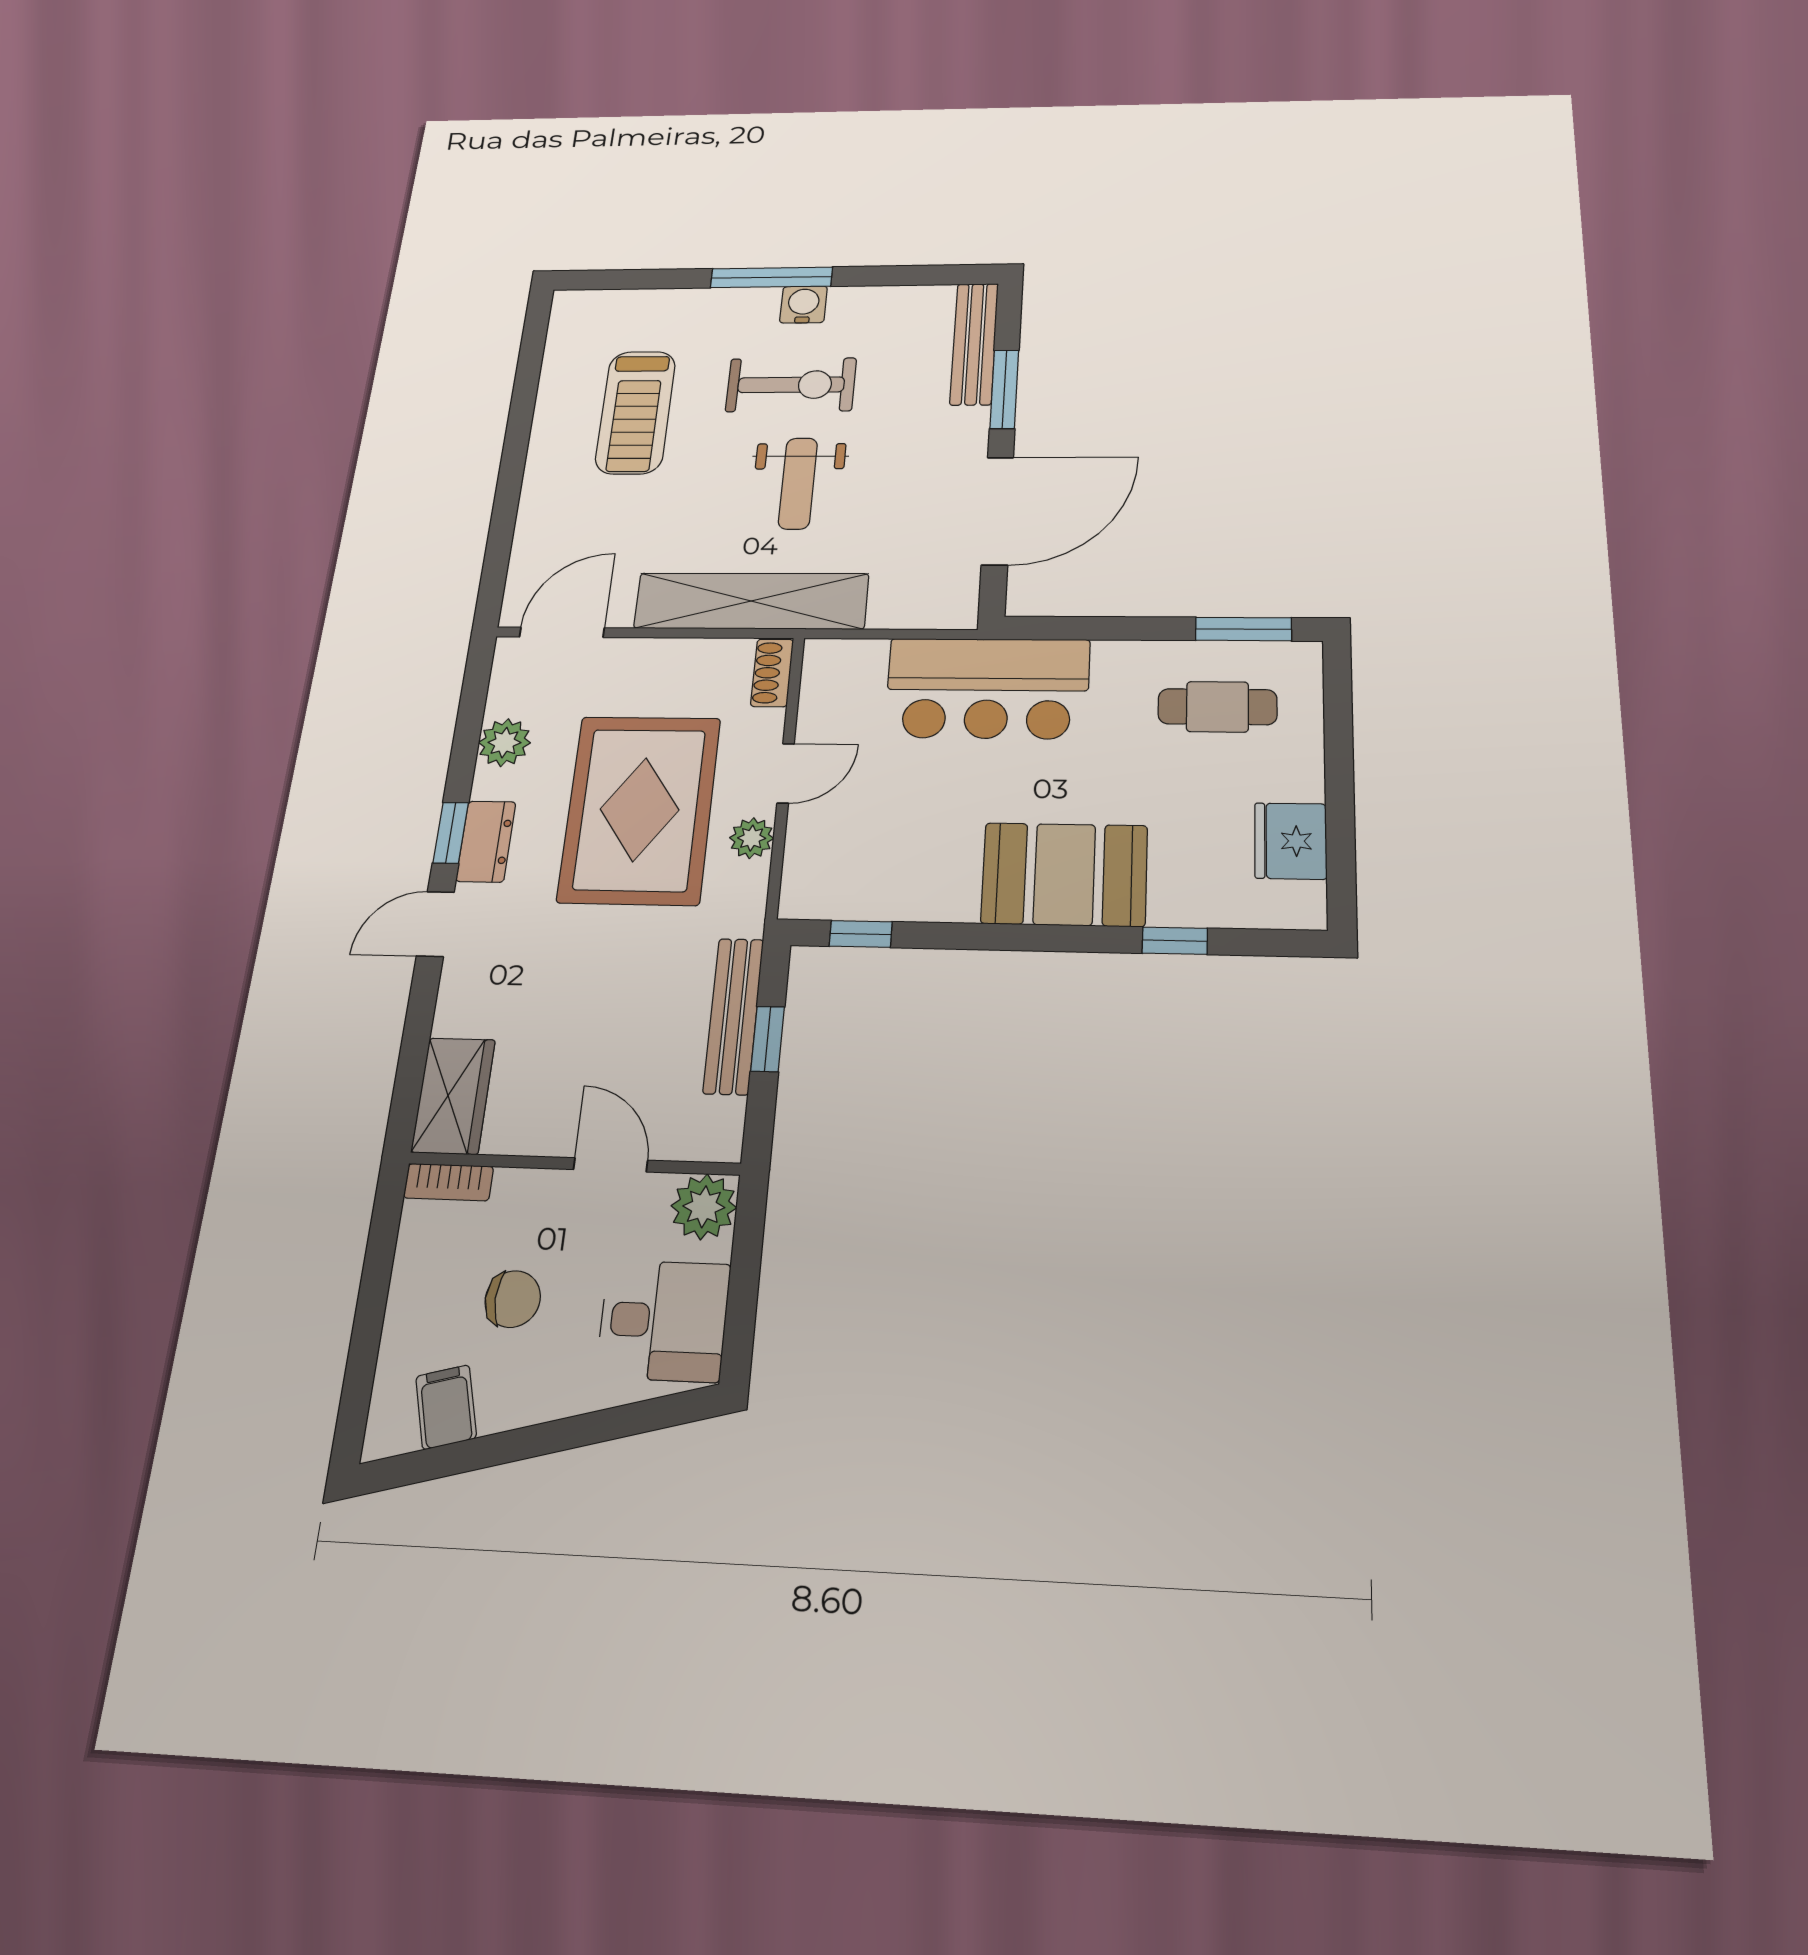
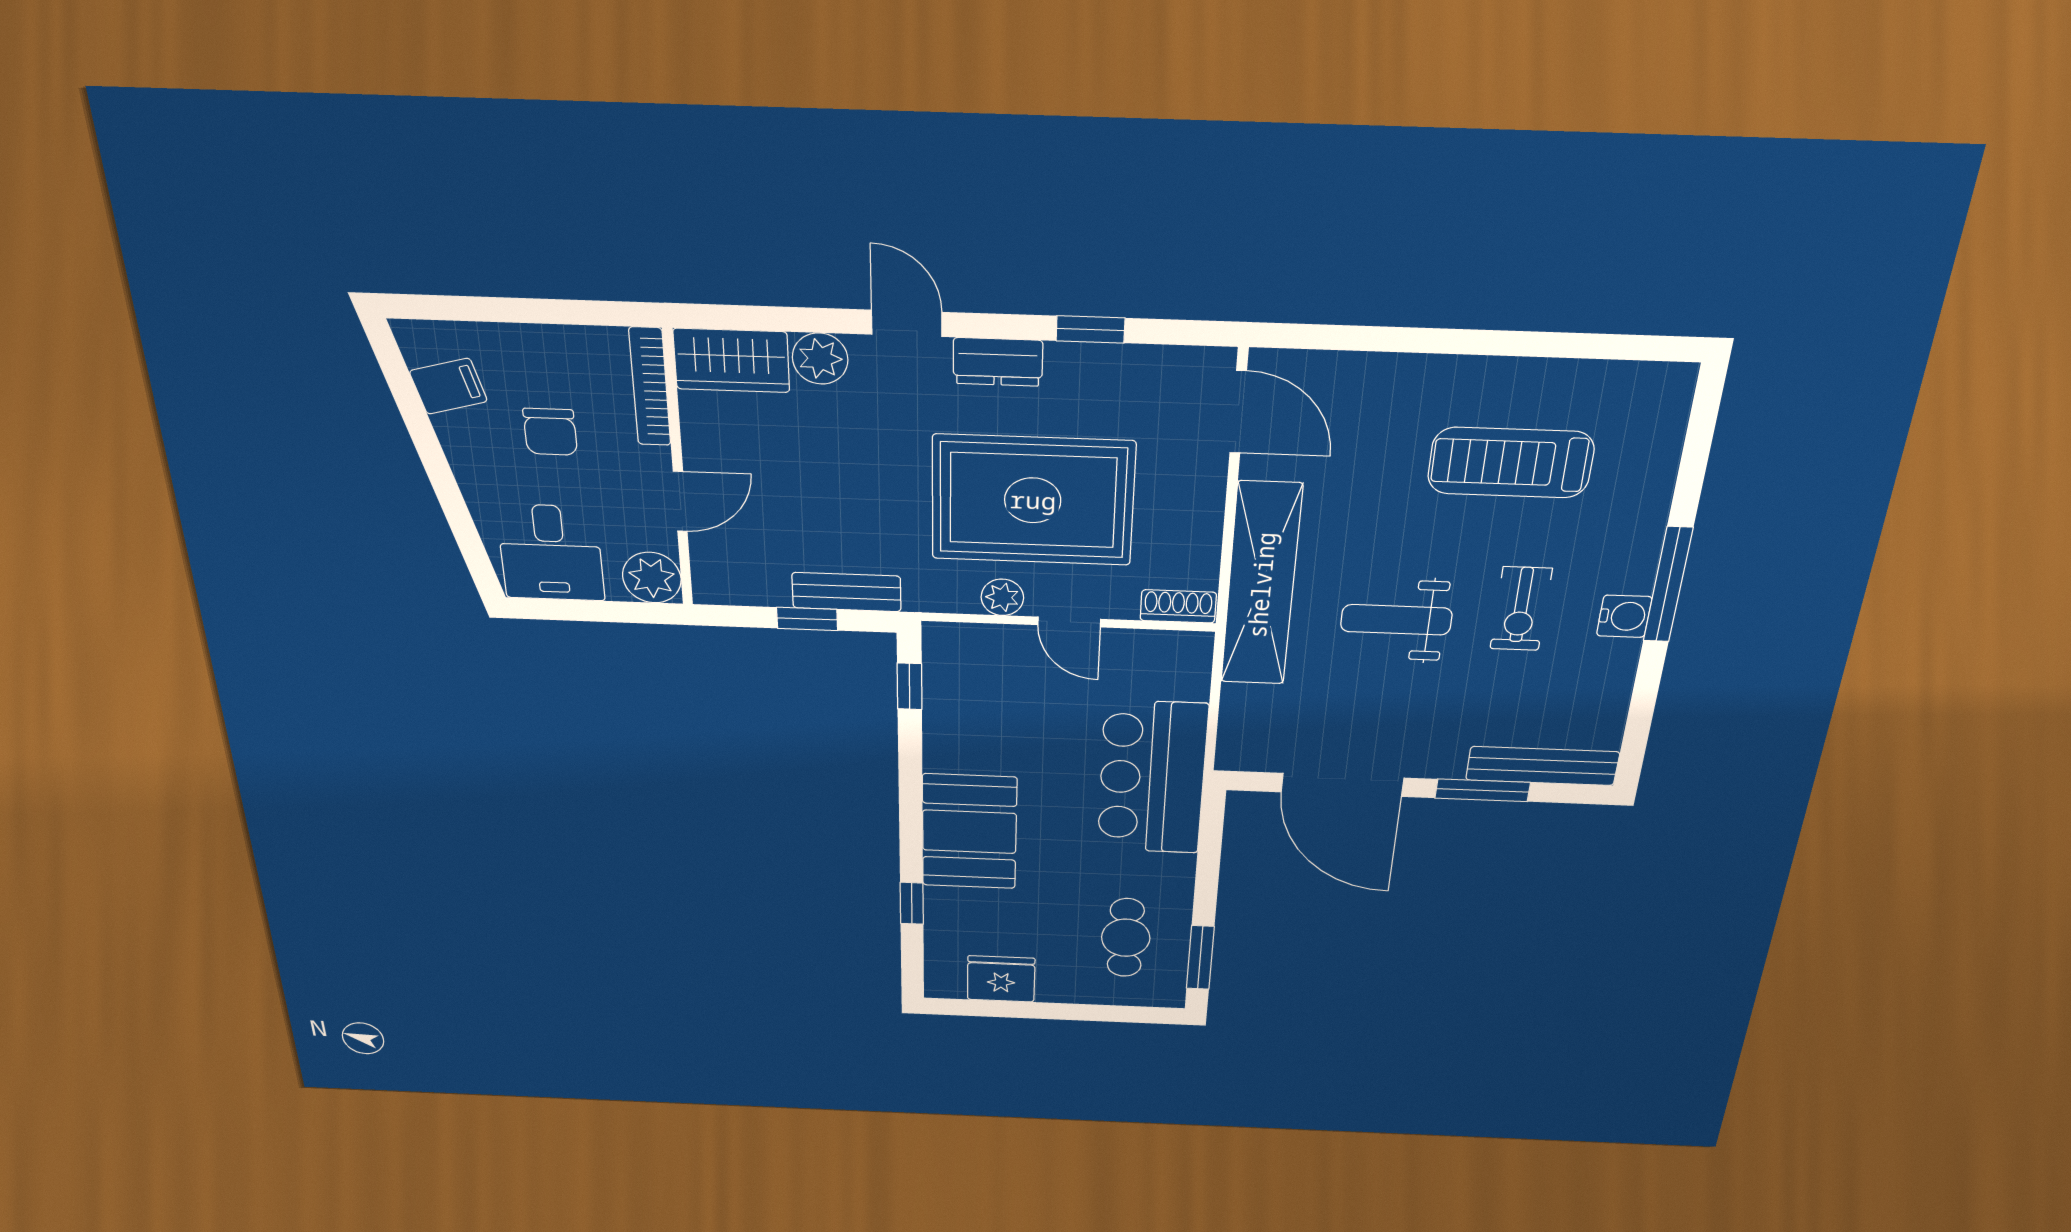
exercise bike: (791, 385) -> (1521, 609), width x0.73, depth x0.72
plant: (504, 743) -> (820, 359), moved
window: (451, 833) -> (1091, 329), moved
bench: (734, 1016) -> (847, 592), width x0.73
bookcase: (448, 1182) -> (650, 387), width x1.56

